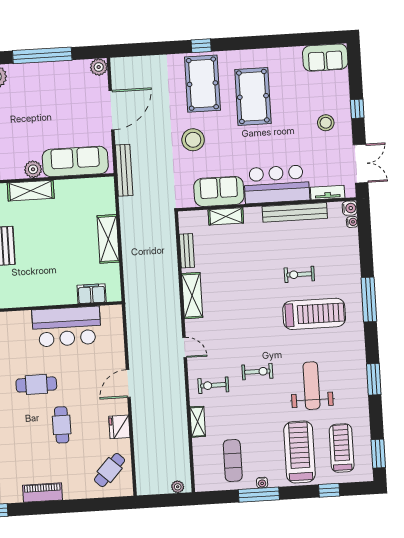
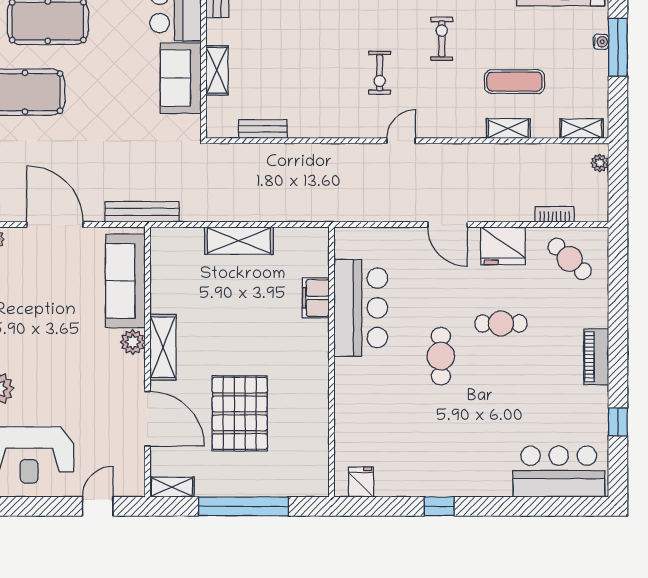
stool: (193, 140) -> (105, 110), removed
filing cabinet: (92, 294) -> (316, 298), moved
shelving: (192, 296) -> (581, 129), moved, width x0.67, depth x0.75
exercise bike: (213, 385) -> (380, 73), moved
fridge: (119, 427) -> (503, 246), width x1.36, depth x1.34
bookcase: (140, 458) -> (555, 214), added
exercise mat: (233, 460) -> (515, 82), moved

